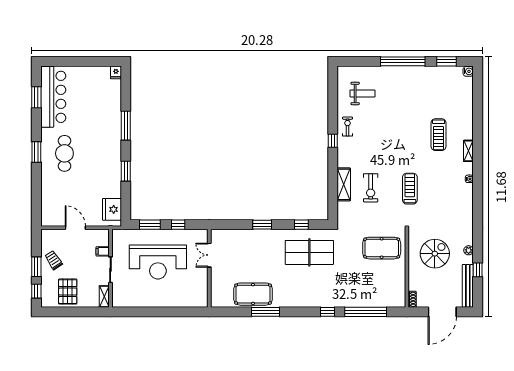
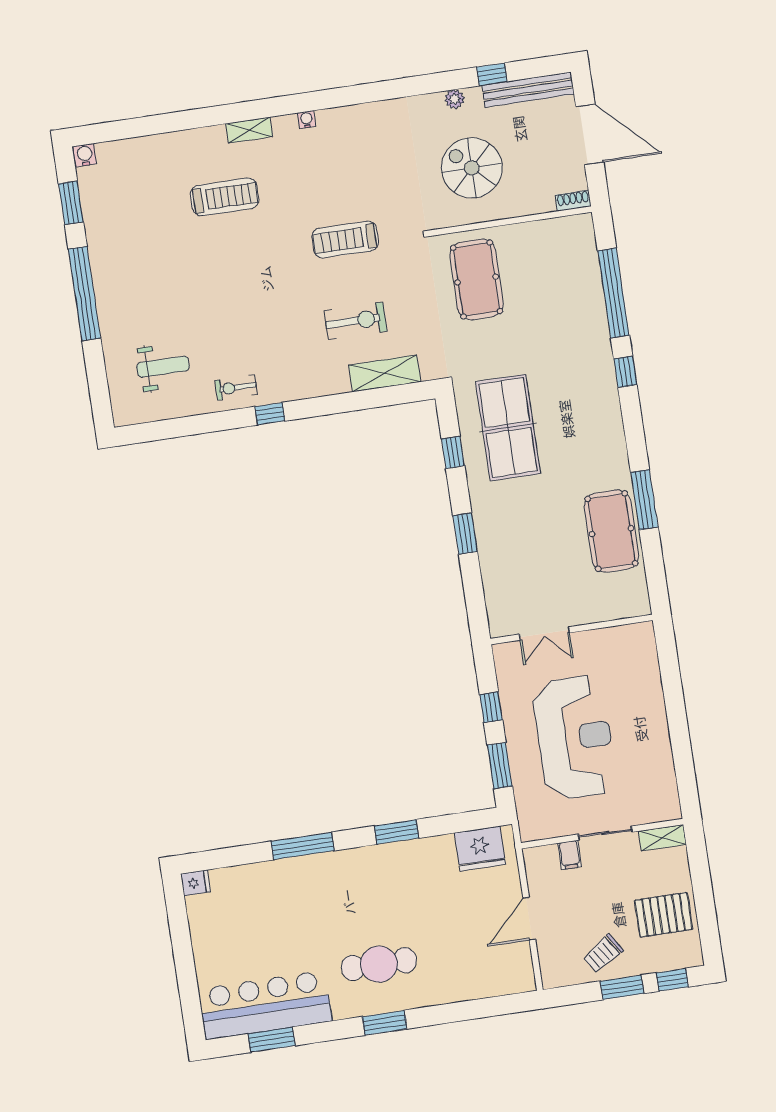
weight bench: (363, 93) -> (163, 367), turned 90
shelving: (344, 184) -> (385, 373), moved

